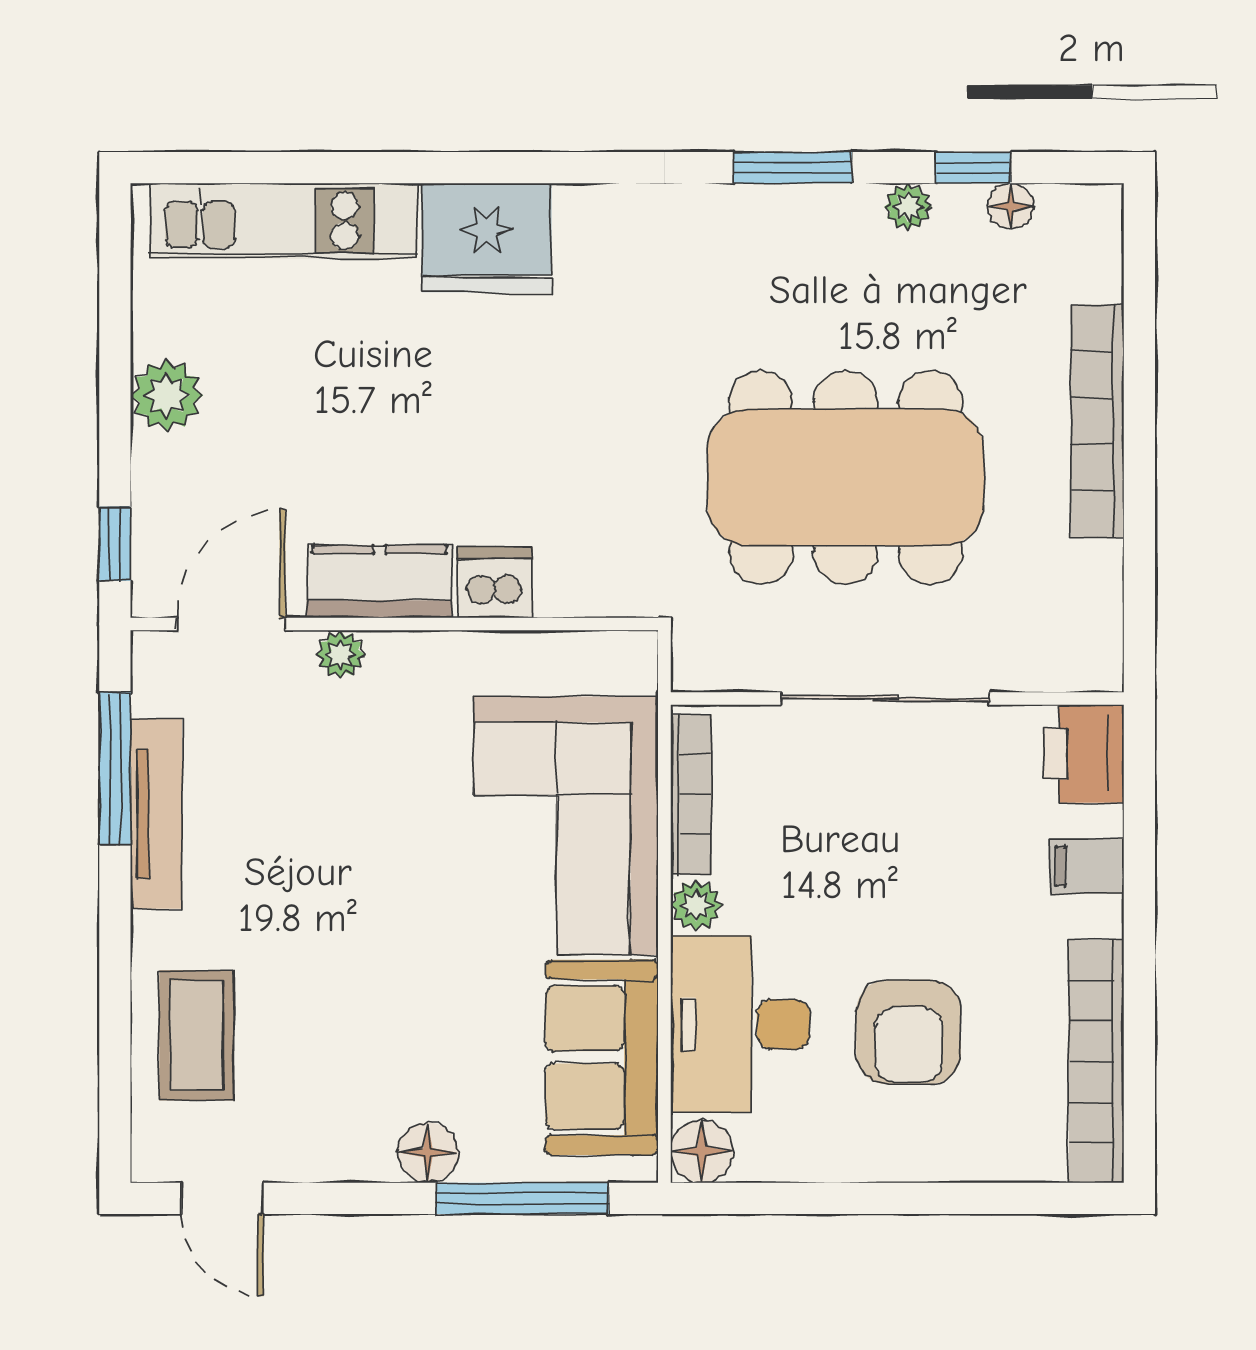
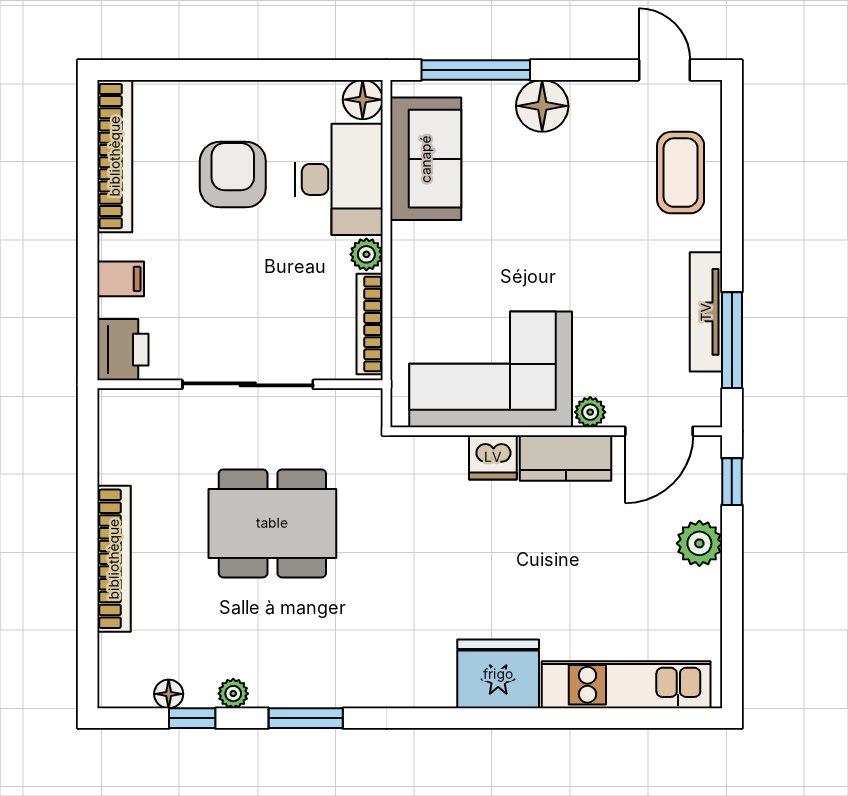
plant: (167, 395) -> (699, 543), moved
dining table: (846, 477) -> (272, 523), width x0.73, depth x0.80
corner sofa: (566, 826) -> (491, 369), moved, turned -90
floor lamp: (428, 1153) -> (542, 106), width x1.38, depth x1.38

